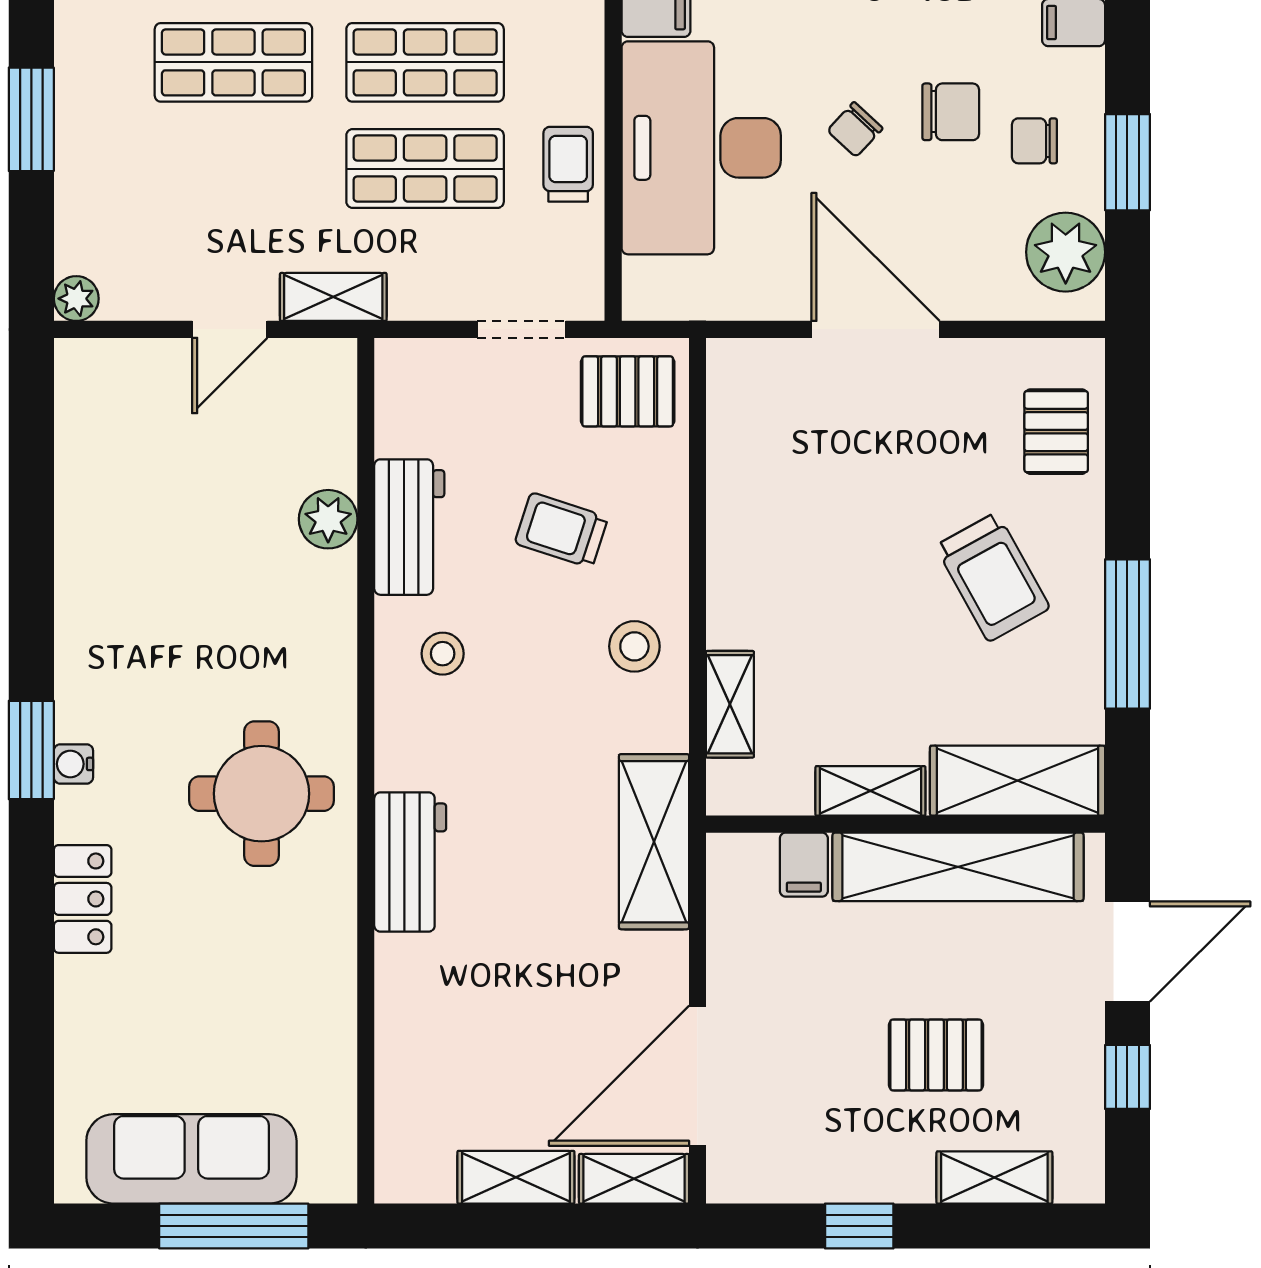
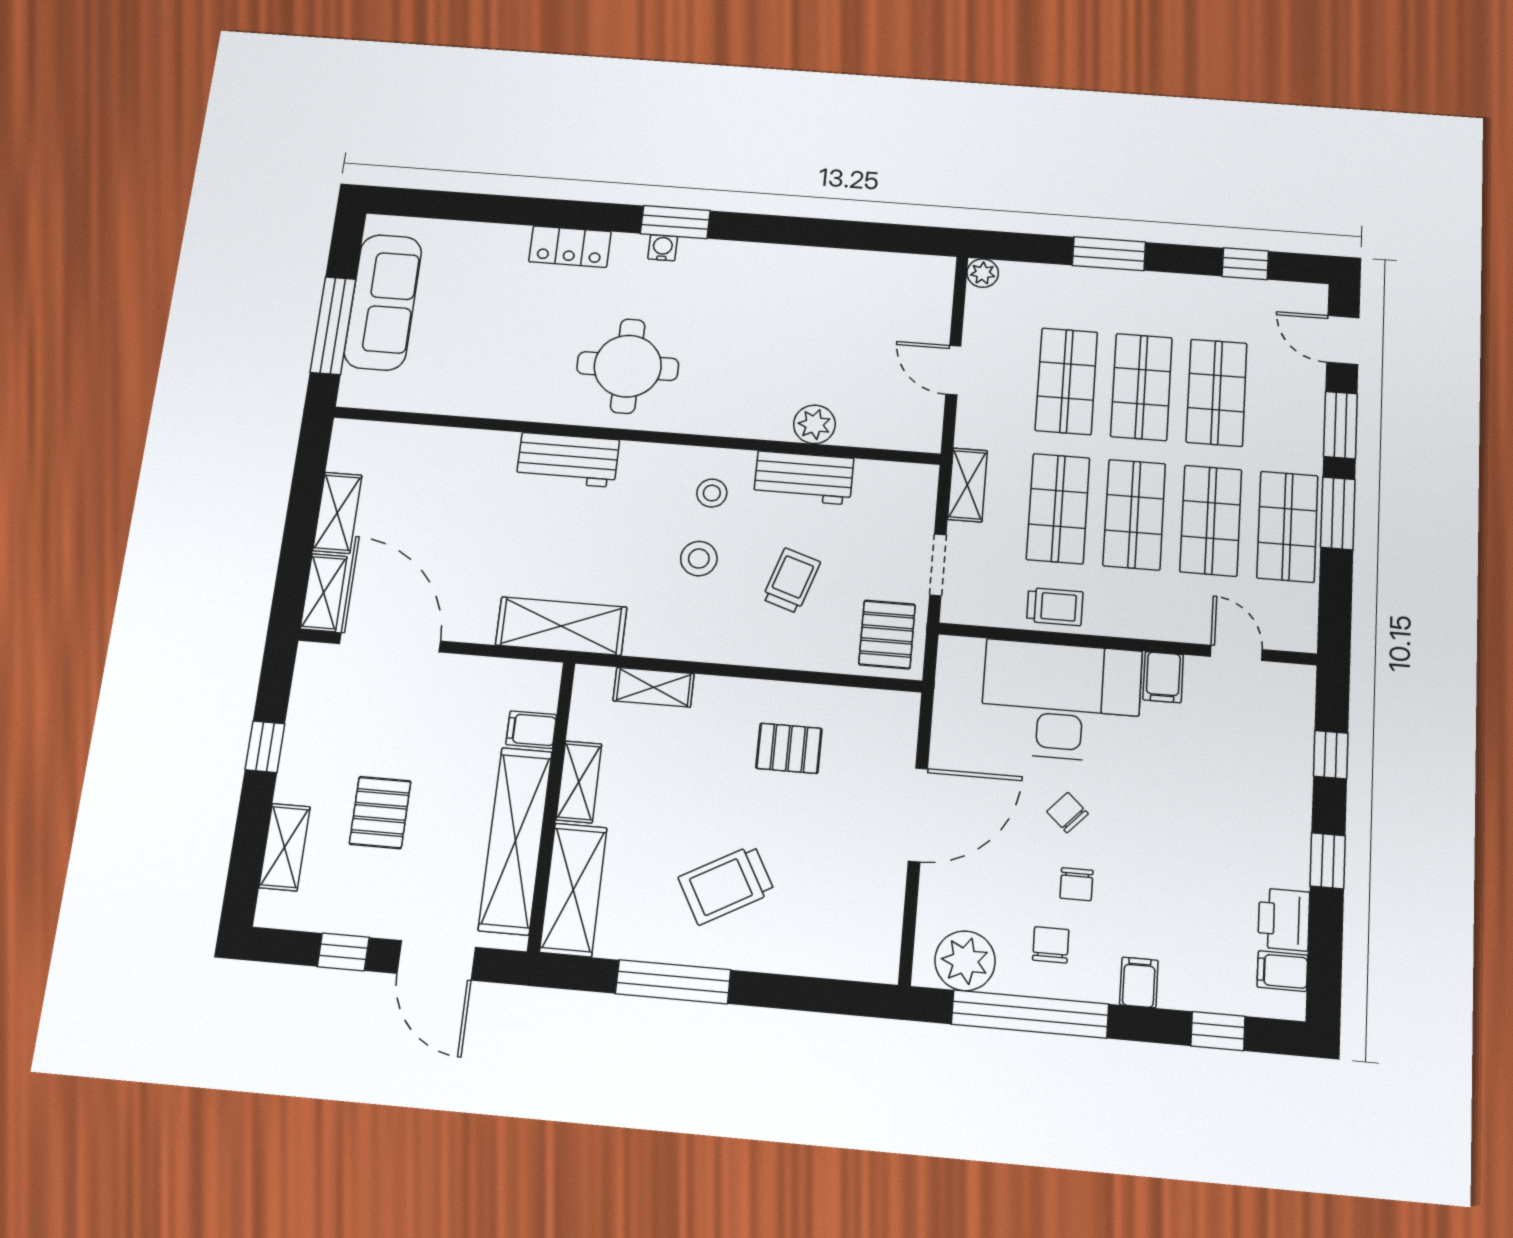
chair: (951, 112) -> (1076, 884), width x0.73, depth x0.73
window: (1127, 162) -> (1030, 1014), width x2.11
shop shelf: (233, 169) -> (1066, 381), added
shelving: (333, 297) -> (967, 485), moved
pallet: (1056, 432) -> (789, 748), moved
stool: (634, 646) -> (699, 559), moved

